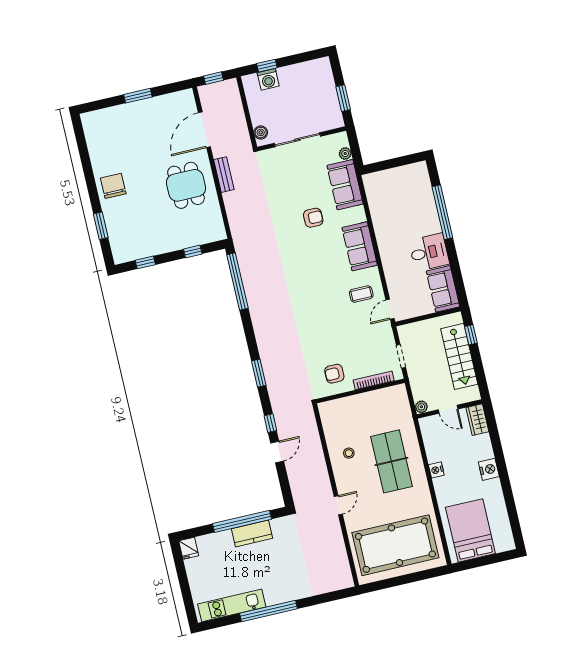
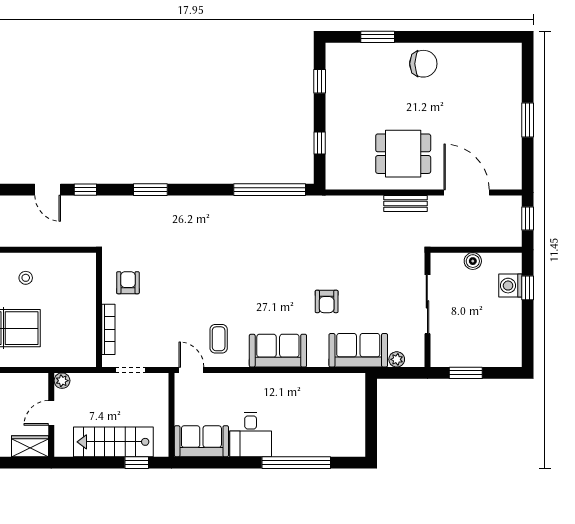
boiler: (261, 133) -> (473, 261), moved

